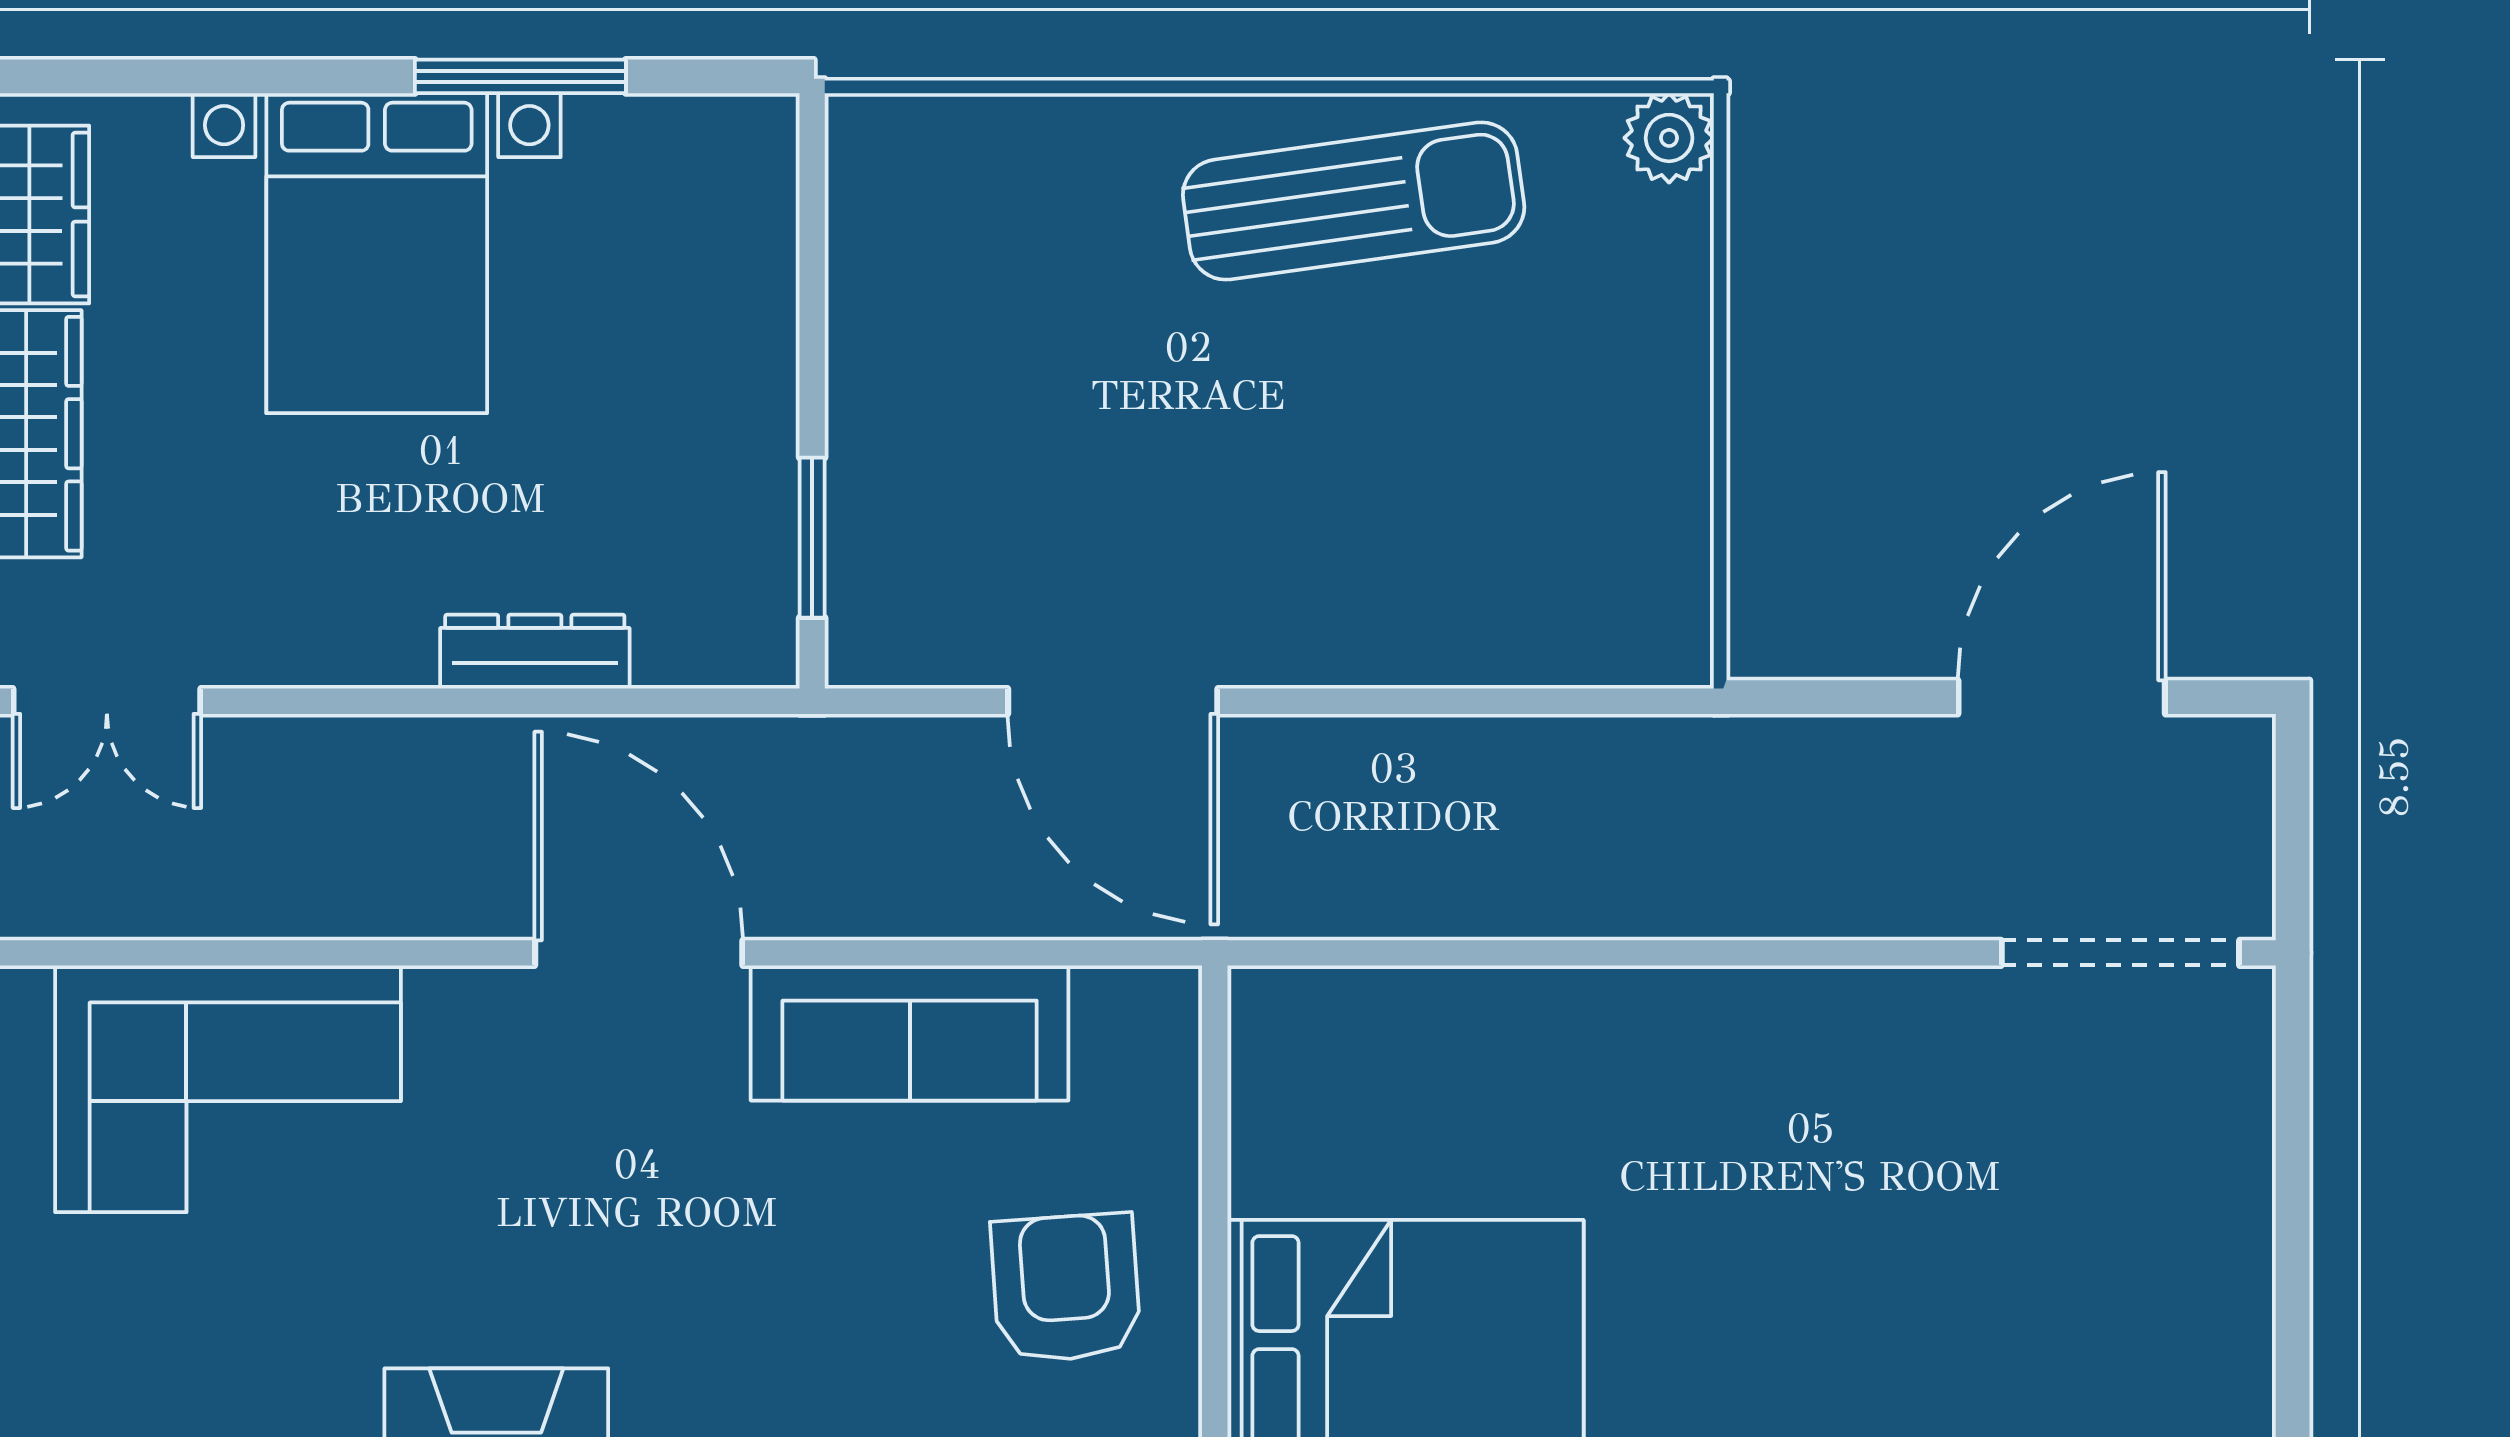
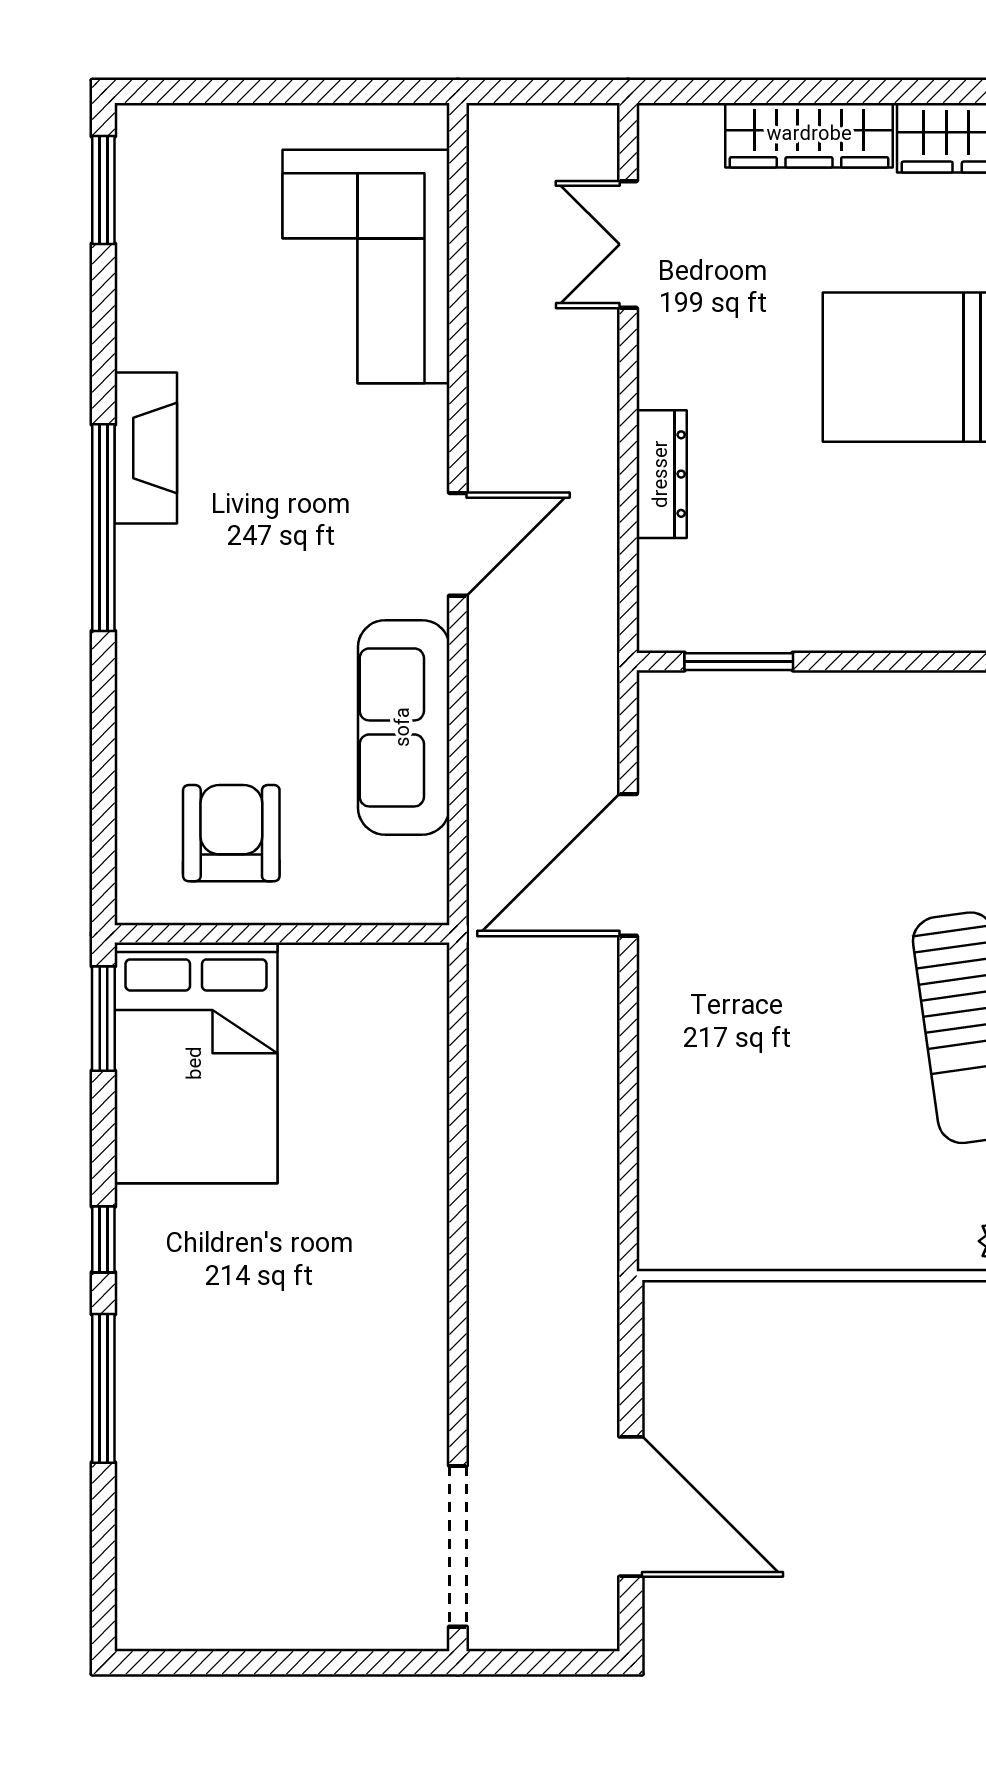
double door: (107, 701) -> (628, 244), moved
door: (639, 953) -> (458, 544), width x0.73
armchair: (1066, 1288) -> (231, 833), turned -86

